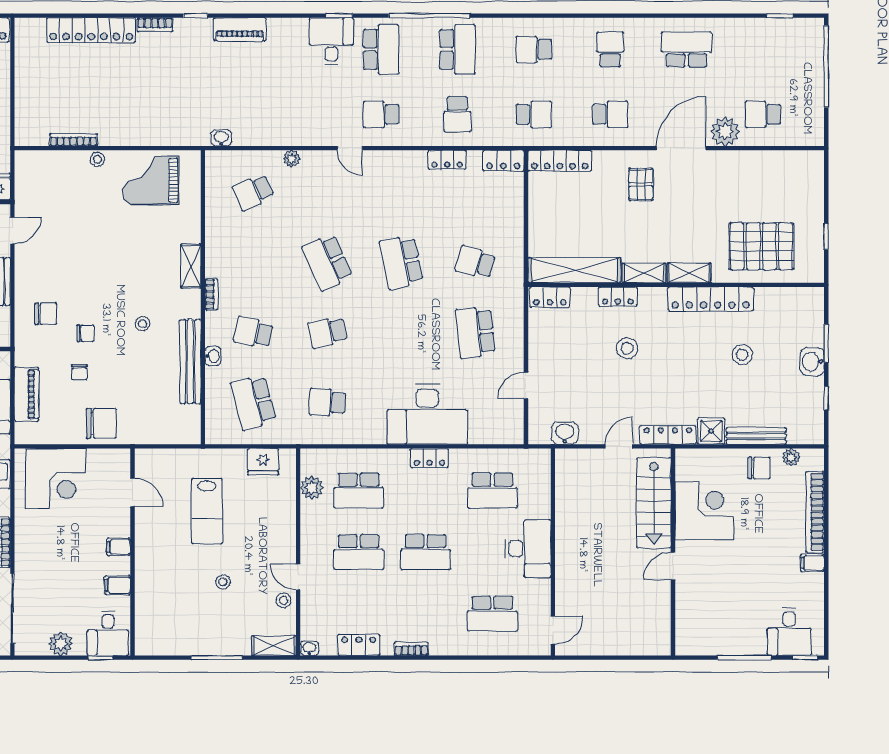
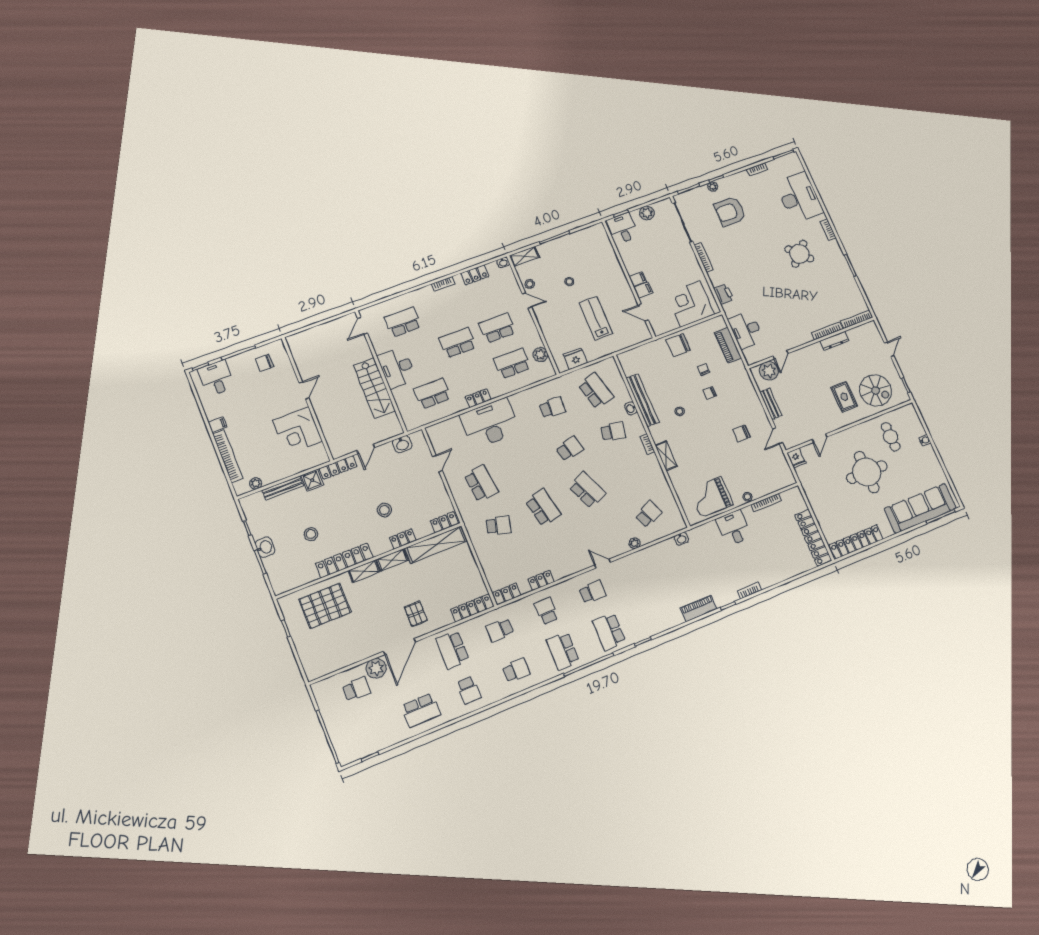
locker: (91, 30) -> (813, 537), moved, turned -90
desk: (331, 41) -> (734, 528), moved, turned 180
school desk: (610, 114) -> (452, 649), width x1.85
grand piano: (151, 180) -> (711, 497), turned 180
chair: (46, 314) -> (741, 433), moved
chair: (759, 468) -> (264, 363), moved
stairs: (654, 503) -> (374, 388), moved, turned 180
filing cabinet: (117, 585) -> (643, 290), moved

